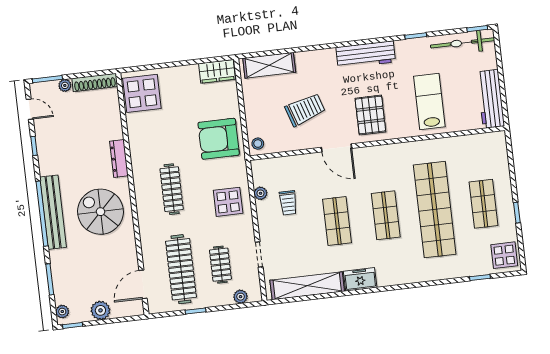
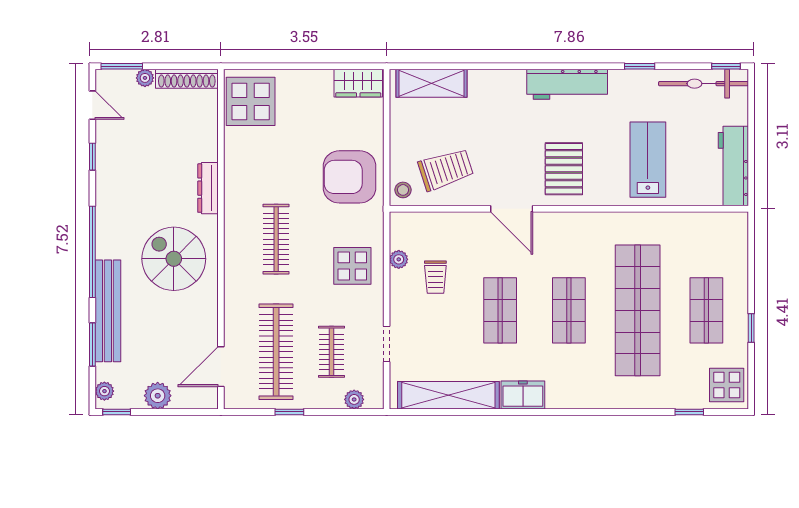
trolley: (305, 110) -> (446, 169), moved
bench: (53, 212) -> (108, 311), moved

